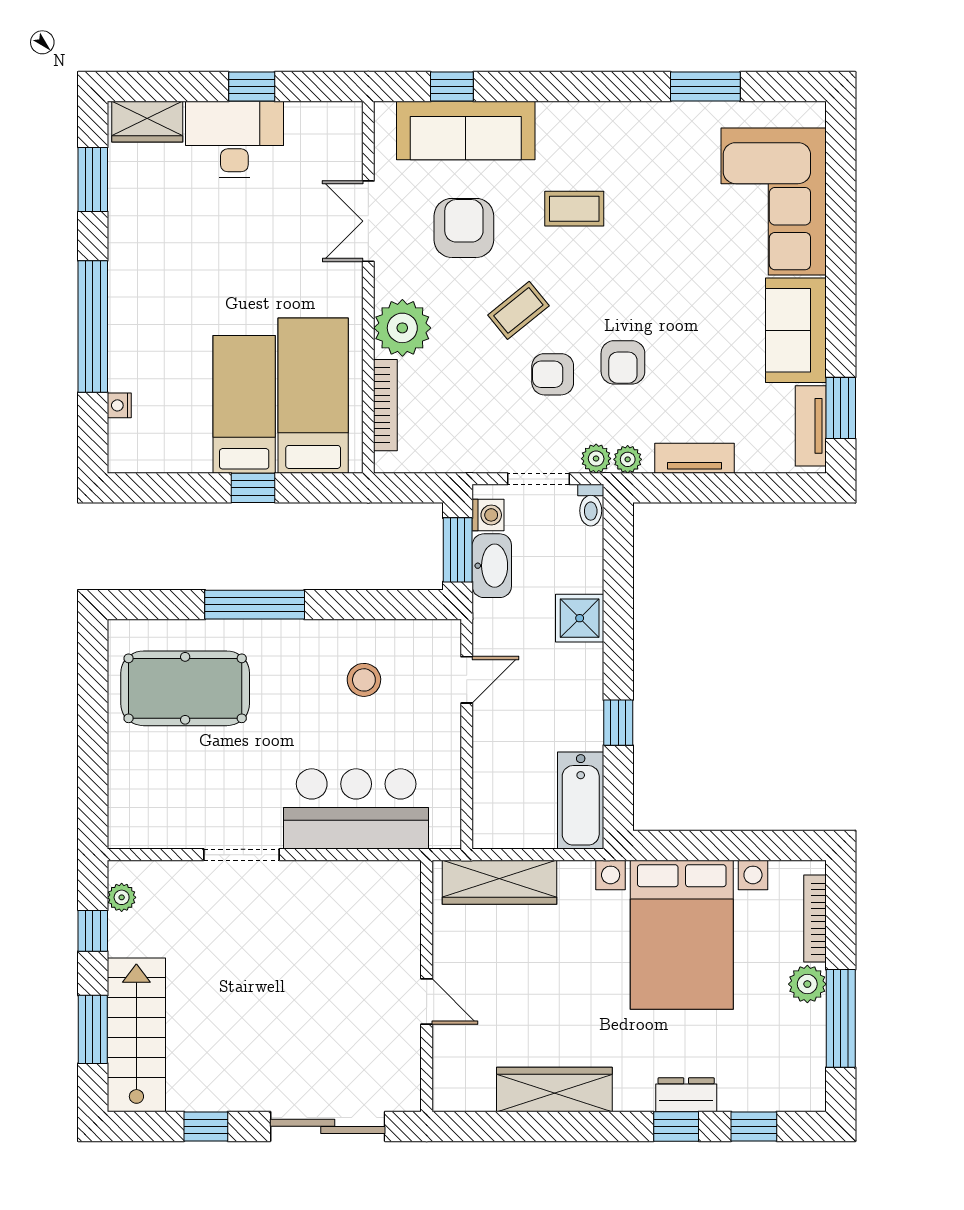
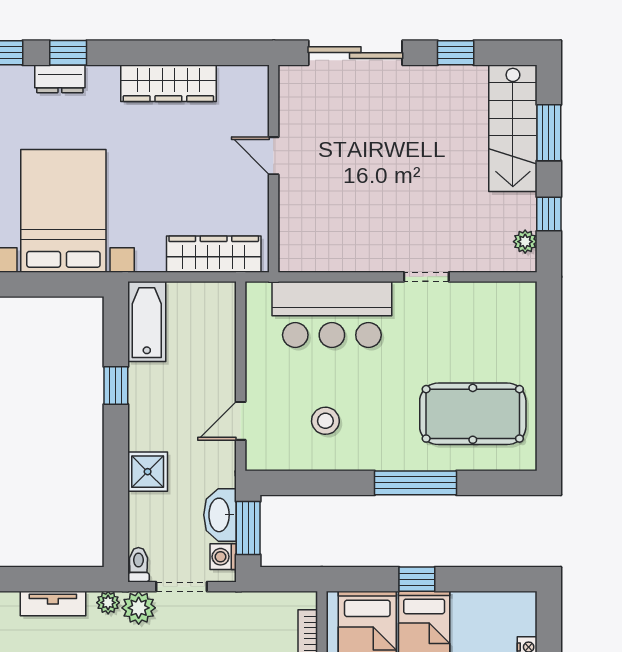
plant: (596, 459) -> (139, 608), width x1.38, depth x1.38
doorway: (242, 855) -> (426, 277), width x0.73

